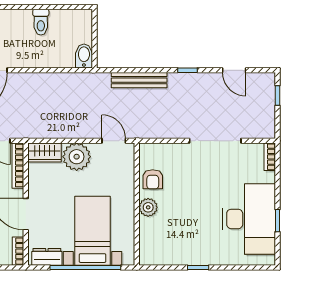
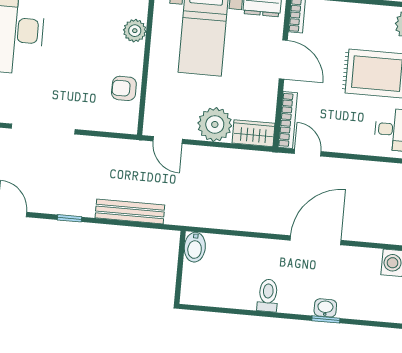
toilet: (41, 22) -> (268, 295), moved
armchair: (153, 179) -> (124, 88), turned -90
plant: (148, 207) -> (135, 31), moved

